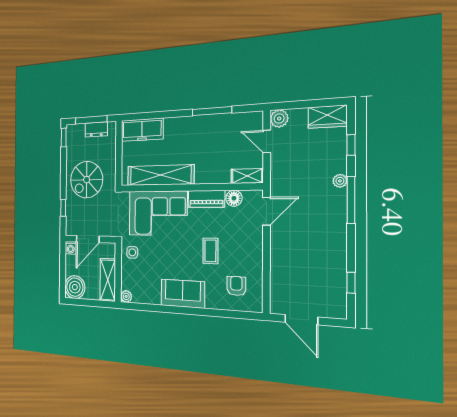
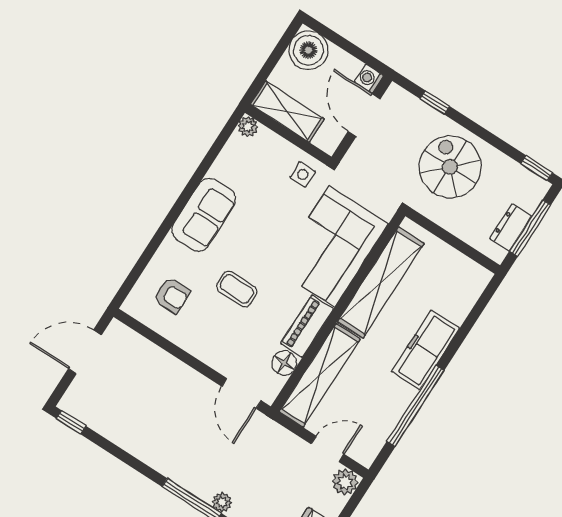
window: (212, 111) -> (416, 406), width x1.46
freezer: (142, 130) -> (425, 350), moved
shelving: (247, 176) -> (320, 375), width x2.20, depth x1.33
window: (351, 283) -> (71, 422), moved

